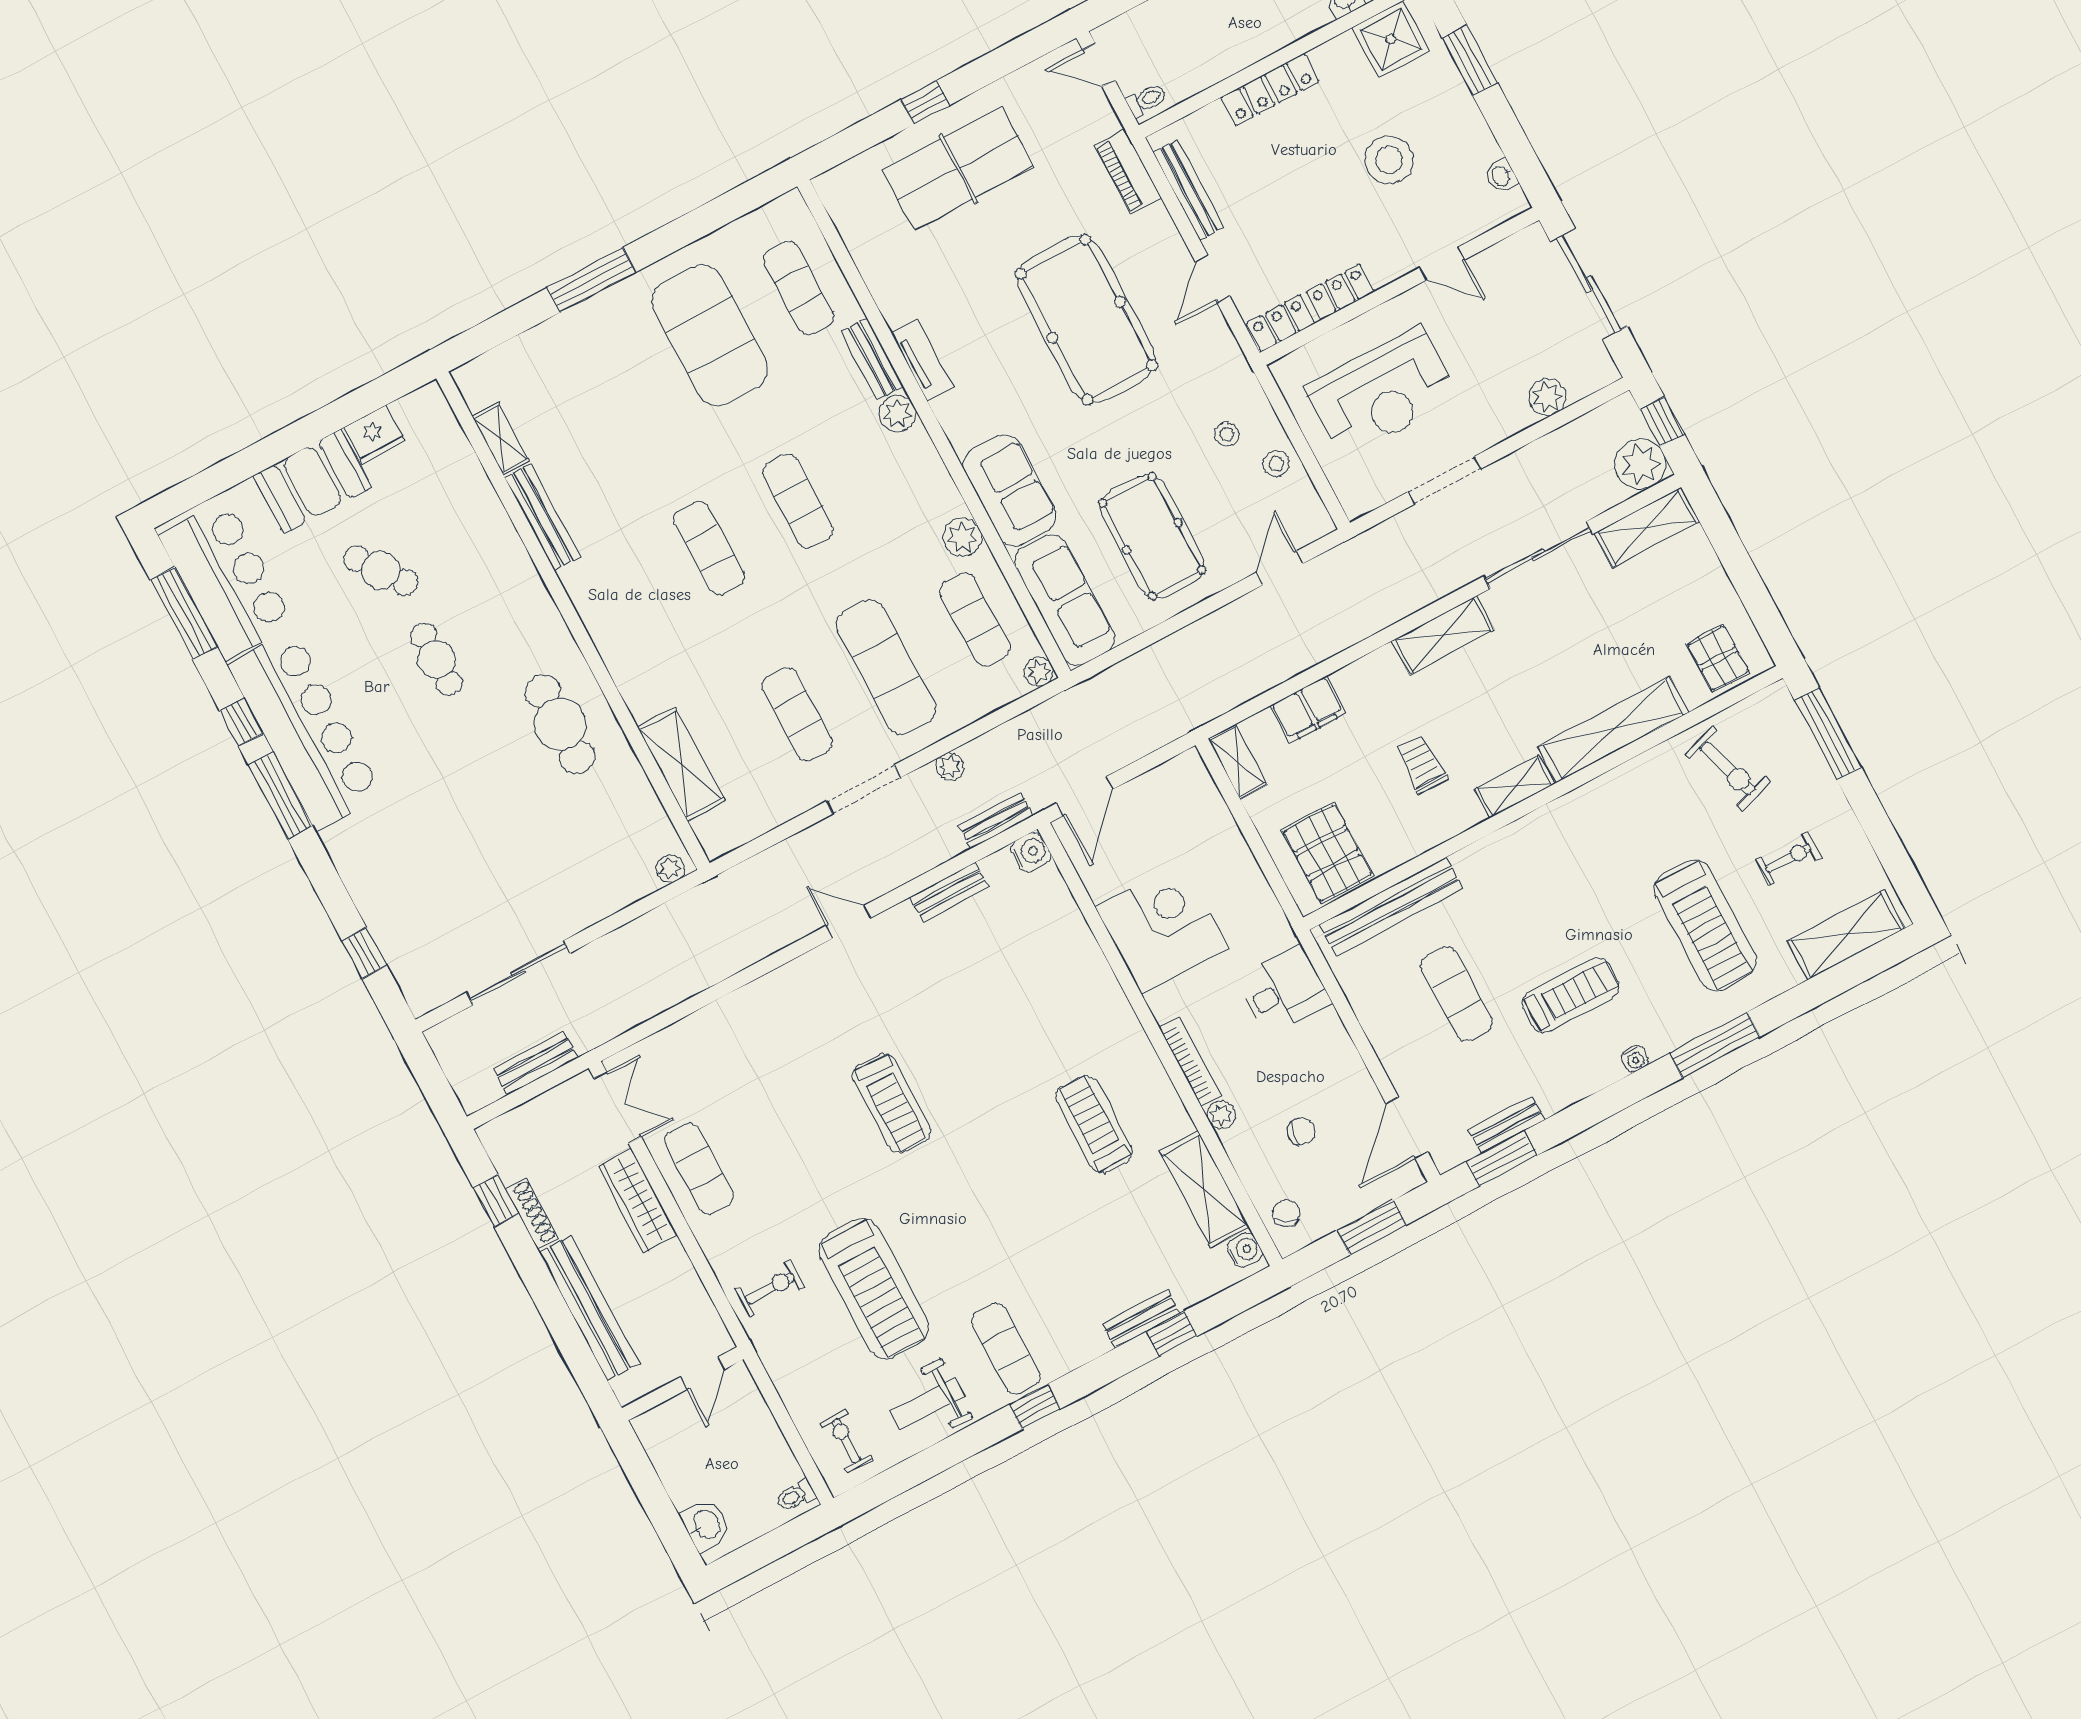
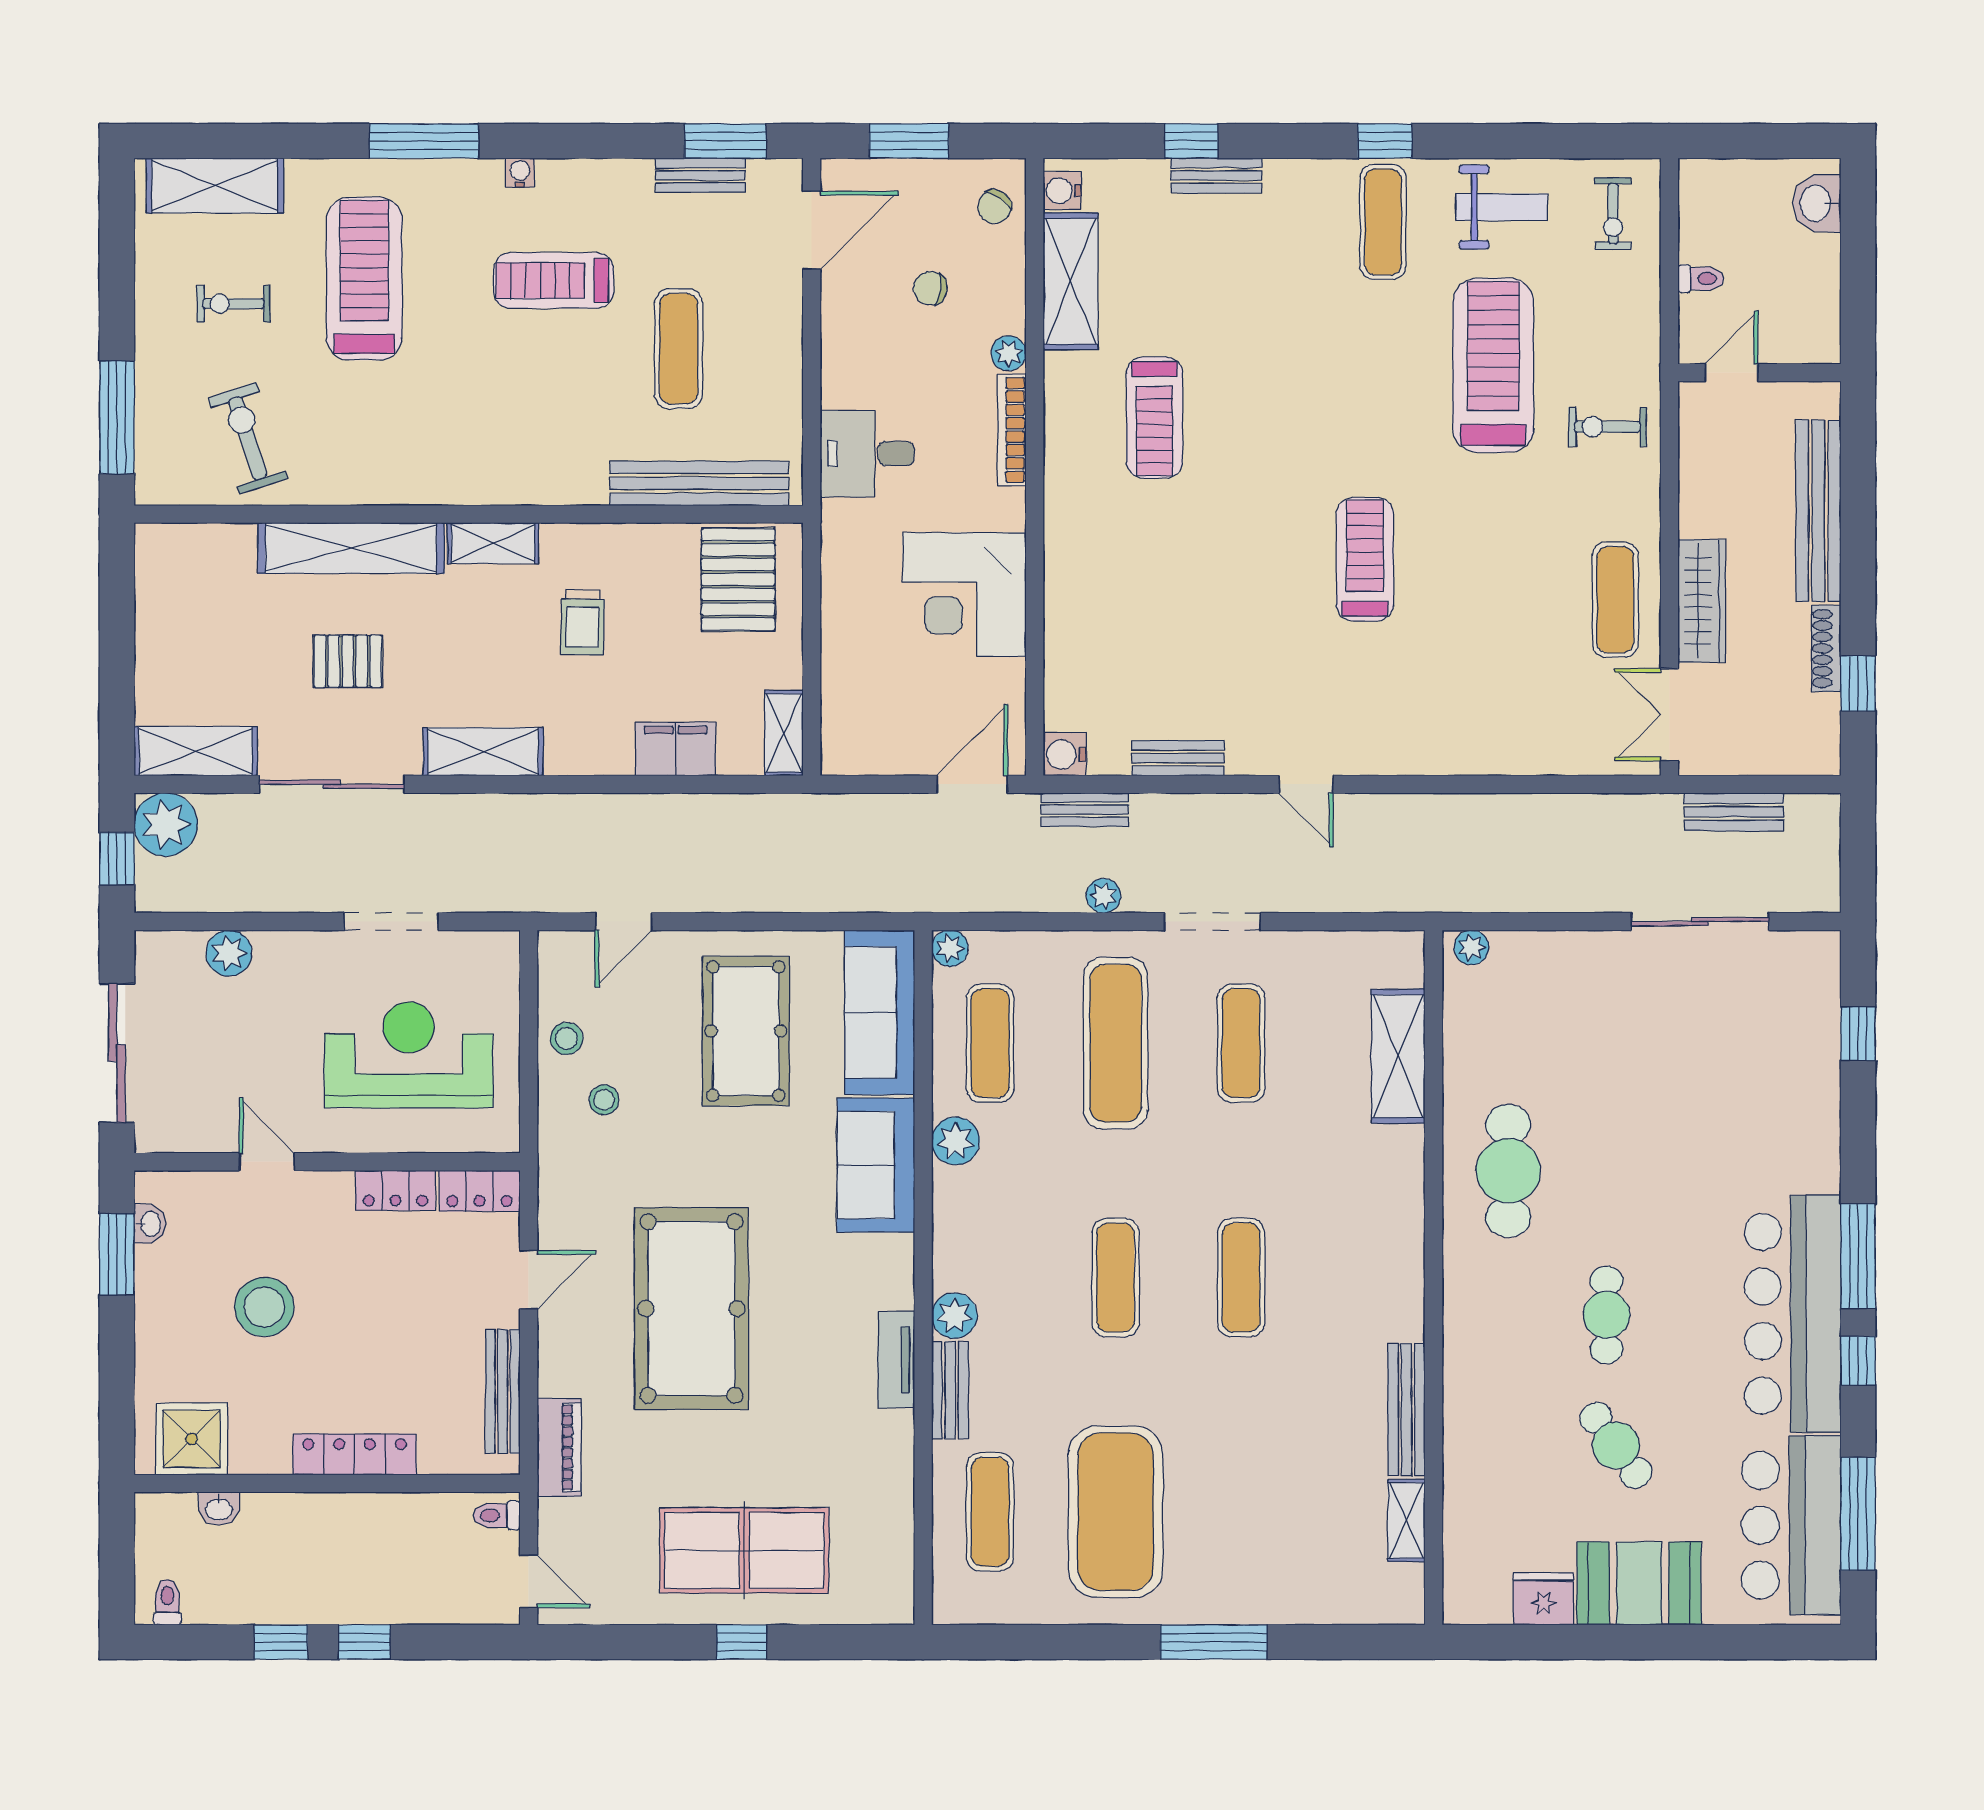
window: (1470, 60) -> (117, 1254), moved
pallet: (1718, 658) -> (348, 661), moved, turned 90
toilet: (796, 1496) -> (1701, 279), moved

